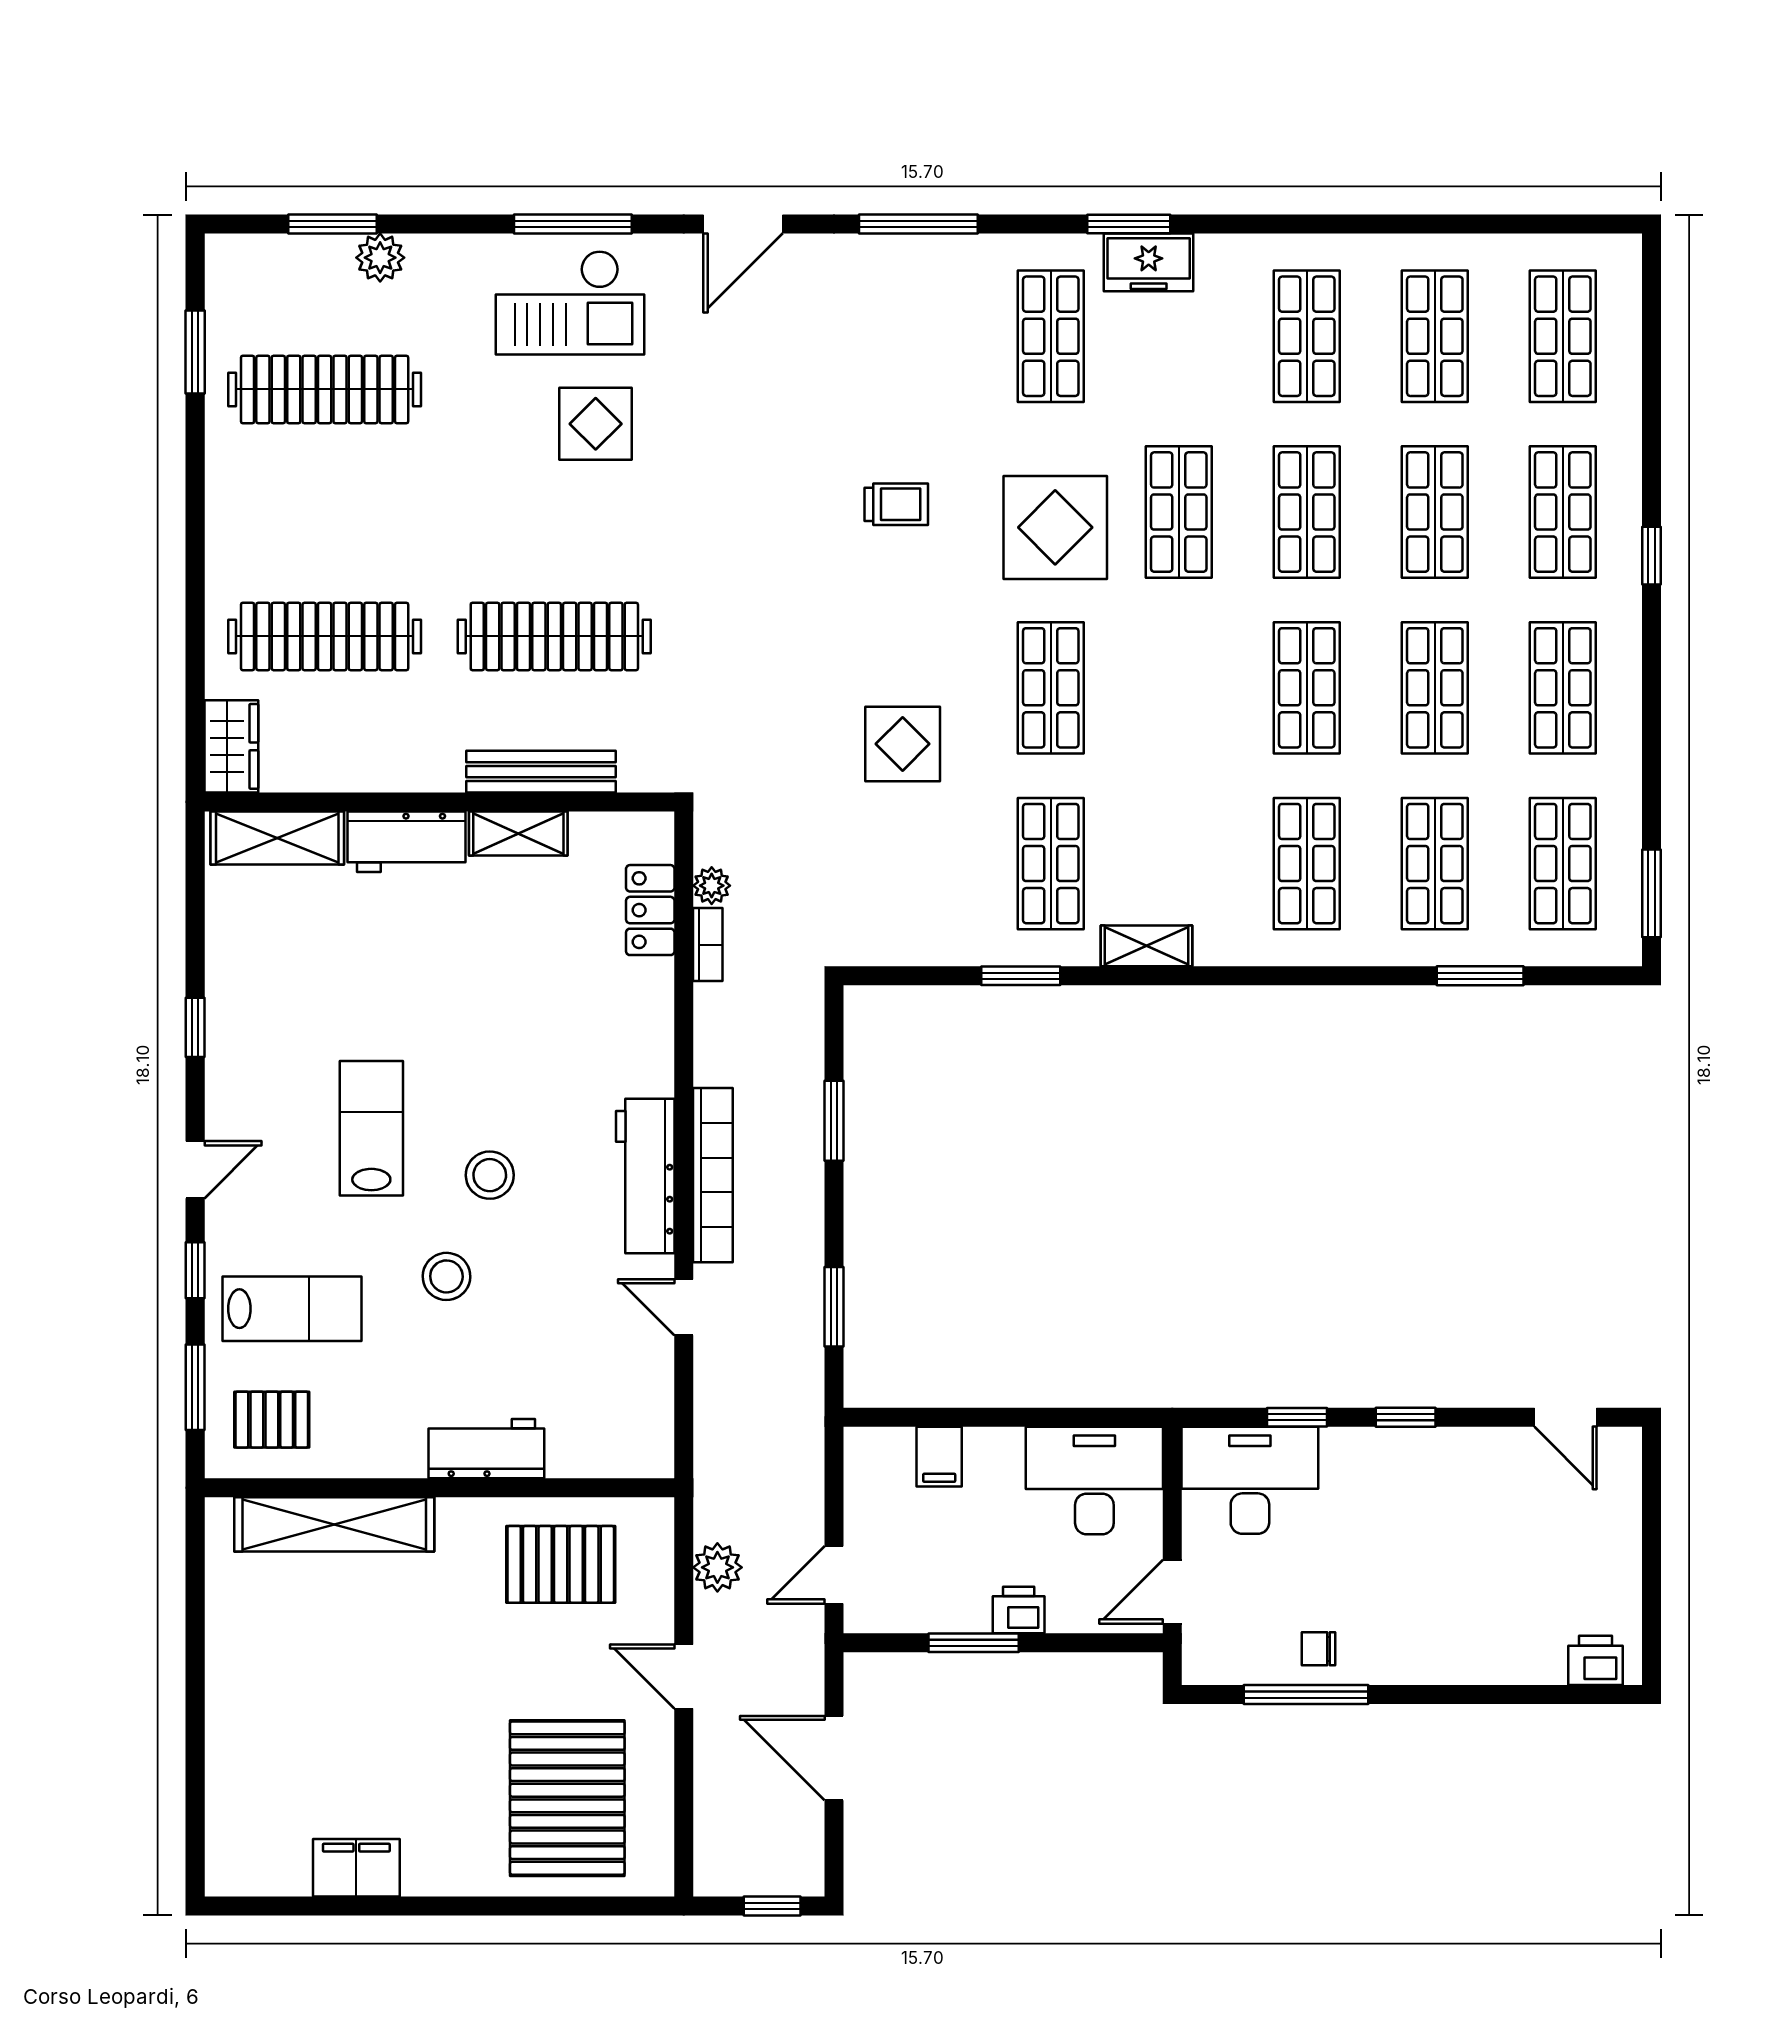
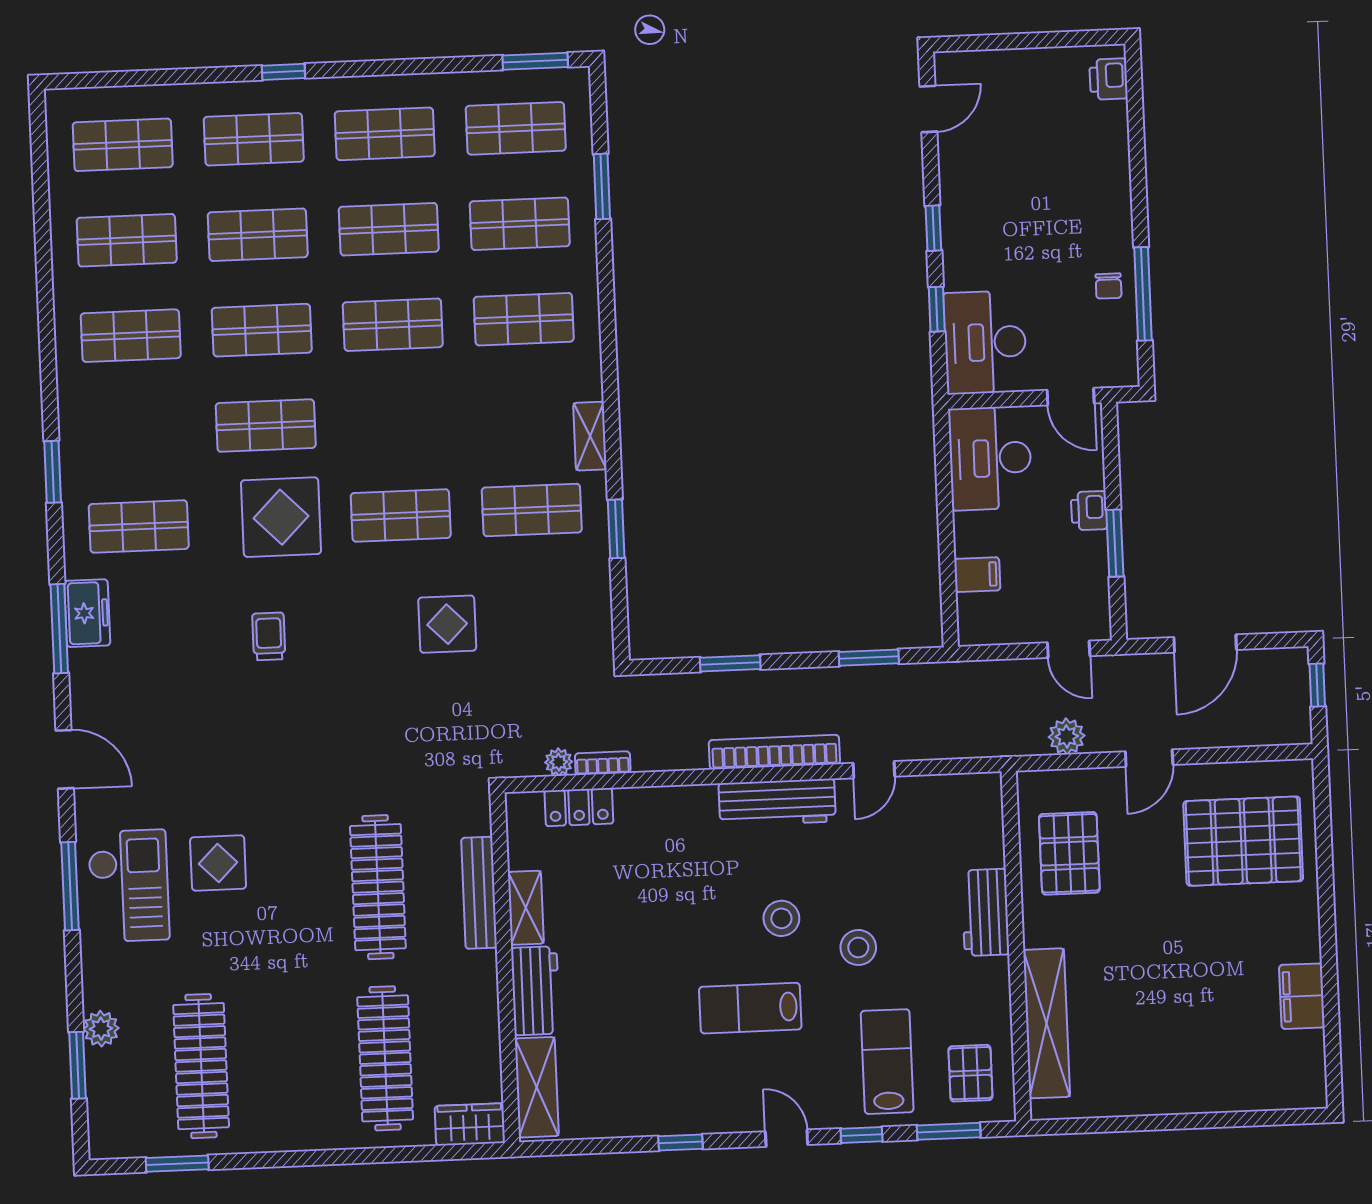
freezer: (1149, 262) -> (87, 613), moved

